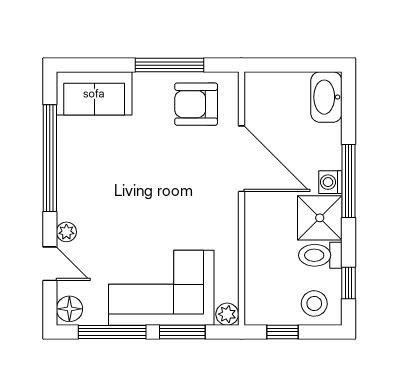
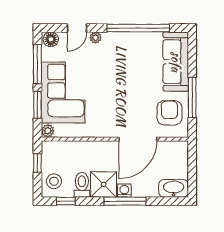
sofa: (94, 93) -> (176, 62), width x1.36

